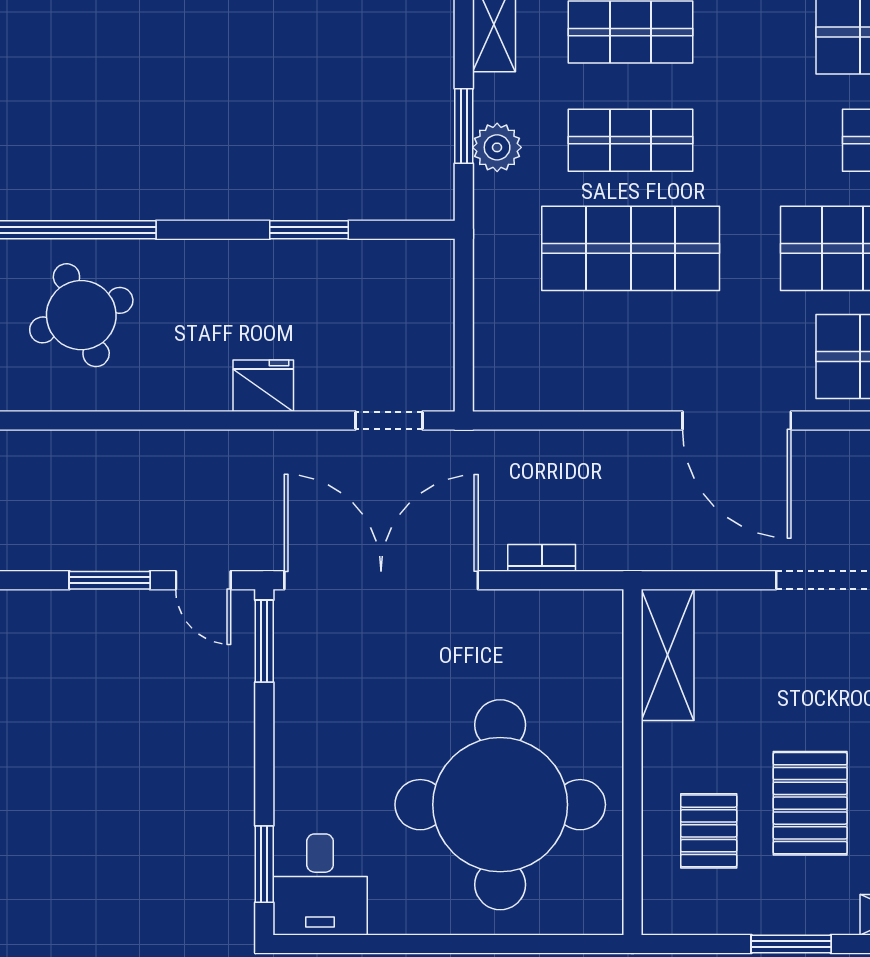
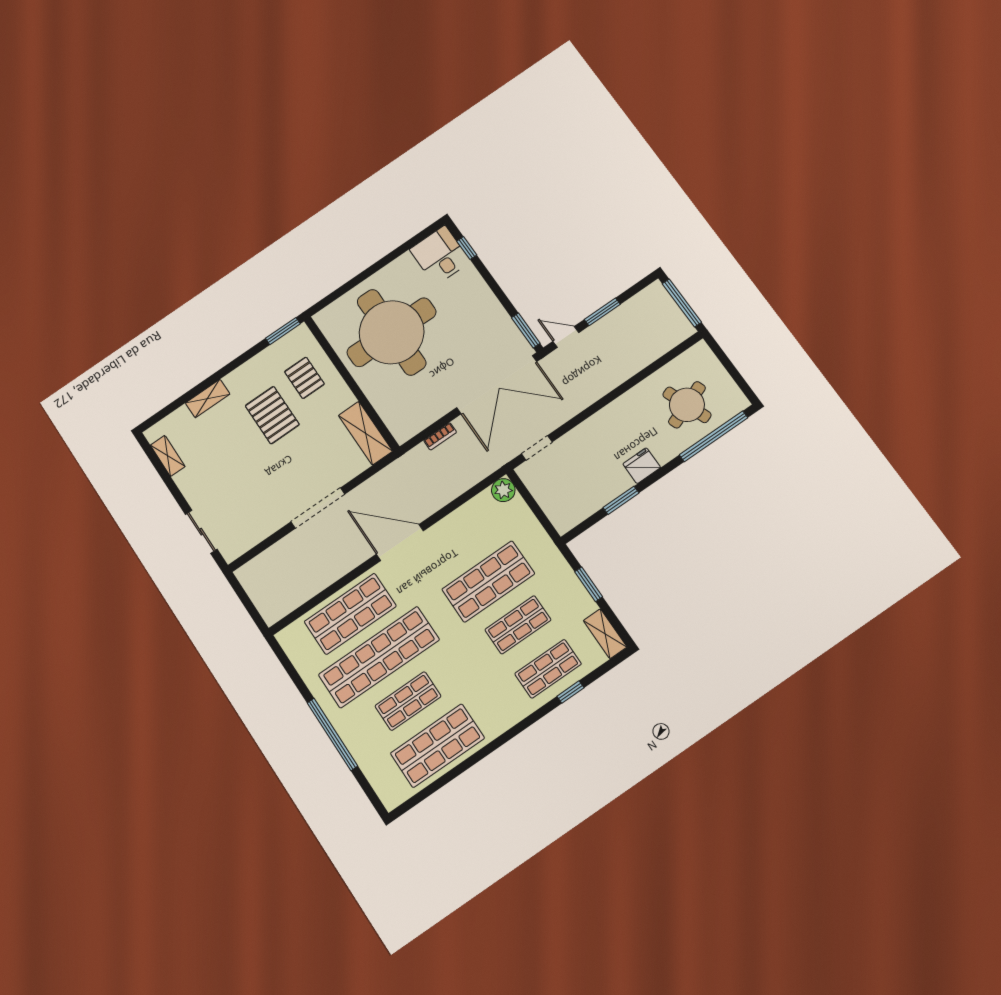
plant: (497, 147) -> (503, 490), moved
fridge: (263, 386) -> (642, 466), moved, turned 180
window: (264, 864) -> (467, 248), width x0.67
window: (791, 944) -> (283, 331), moved

